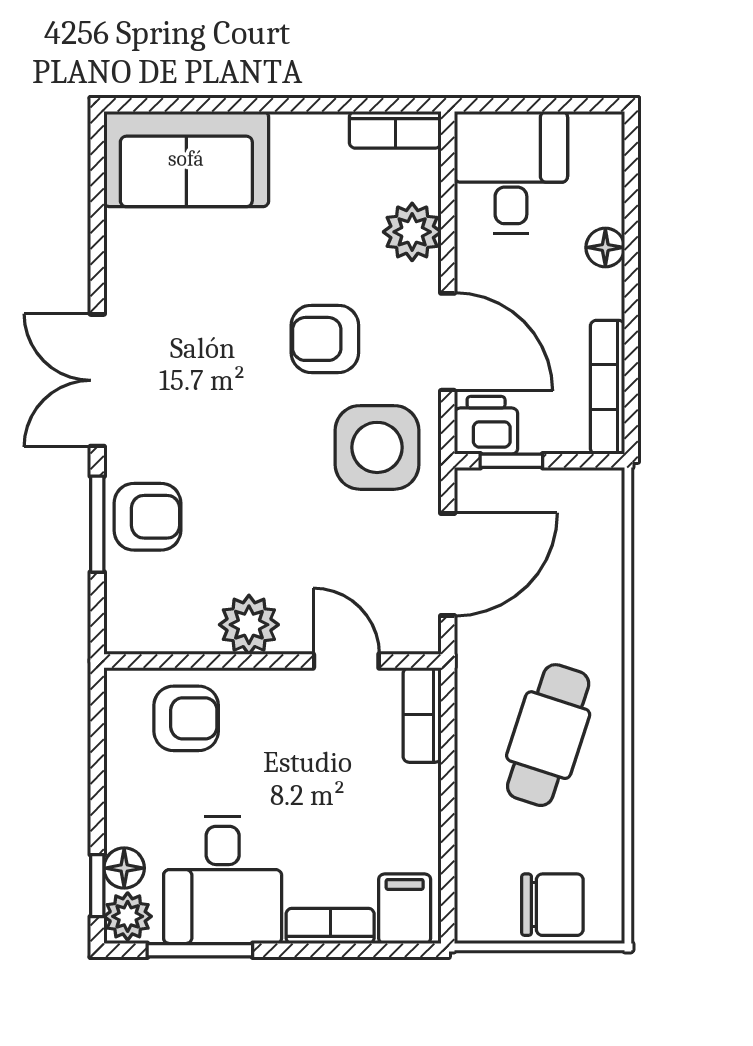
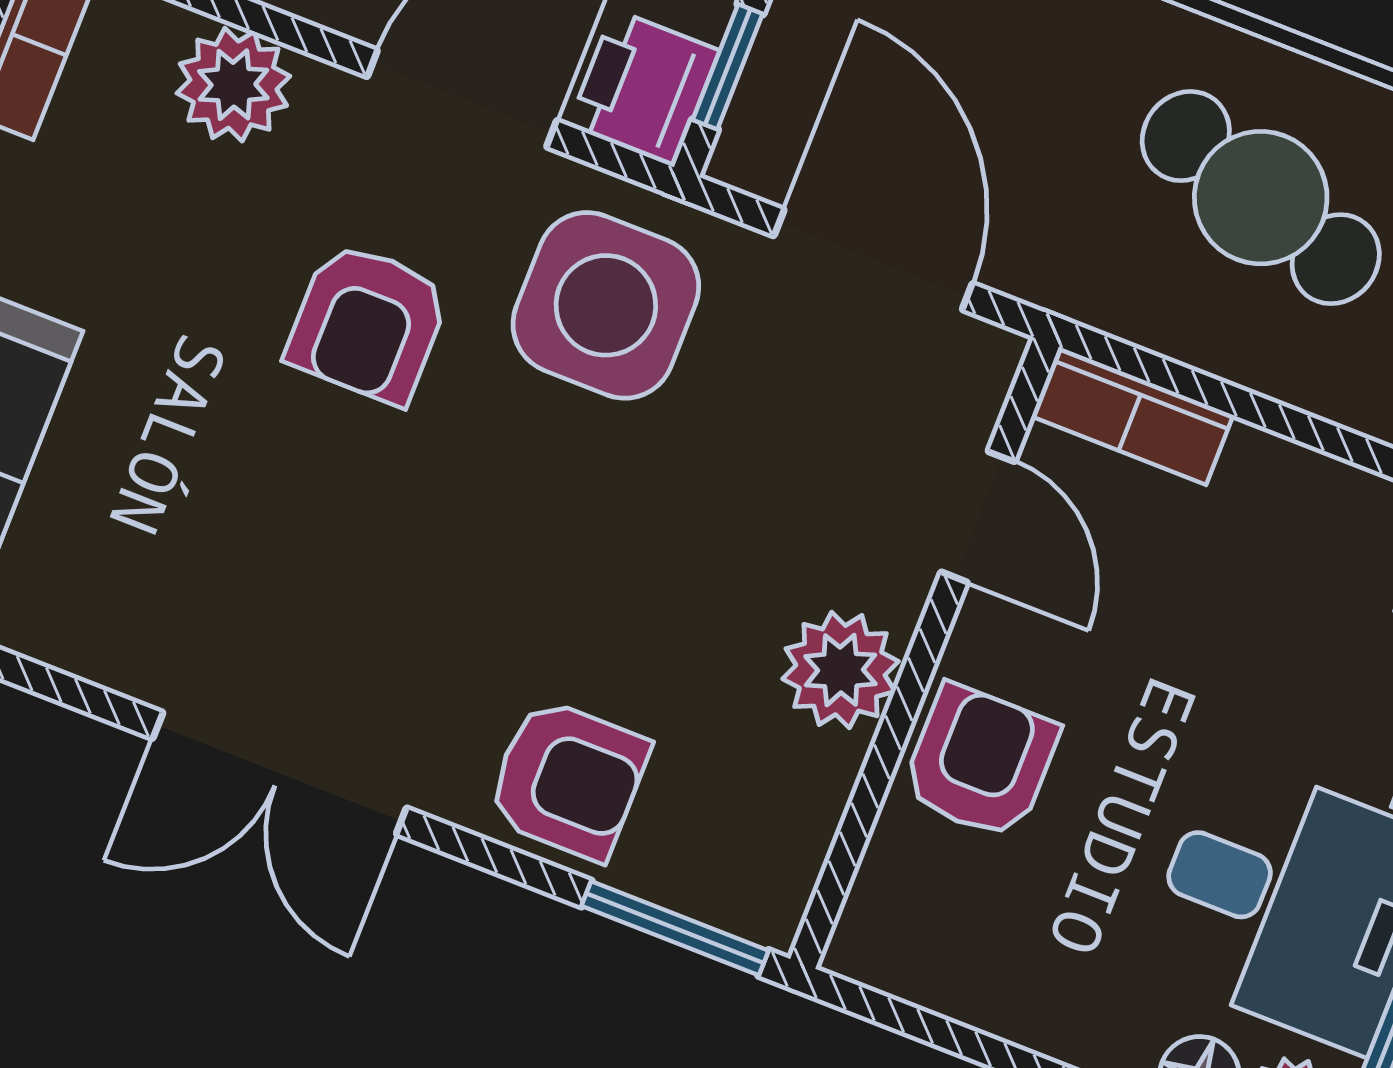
armchair: (147, 517) -> (568, 779), turned 90
window: (97, 524) -> (675, 928), moved
door: (346, 661) -> (978, 517), swing flipped
armchair: (186, 718) -> (980, 762), moved

